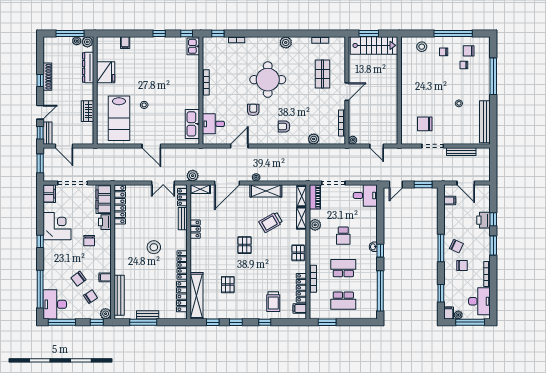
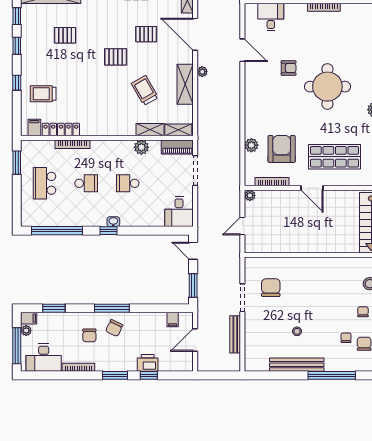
shop shelf: (323, 74) -> (335, 157), width x1.43, depth x1.36
bench: (485, 122) -> (297, 365), moved
armchair: (284, 126) -> (282, 149), moved, width x1.88, depth x1.88
pallet: (298, 253) -> (146, 34), moved
school desk: (343, 268) -> (86, 183), width x0.54

